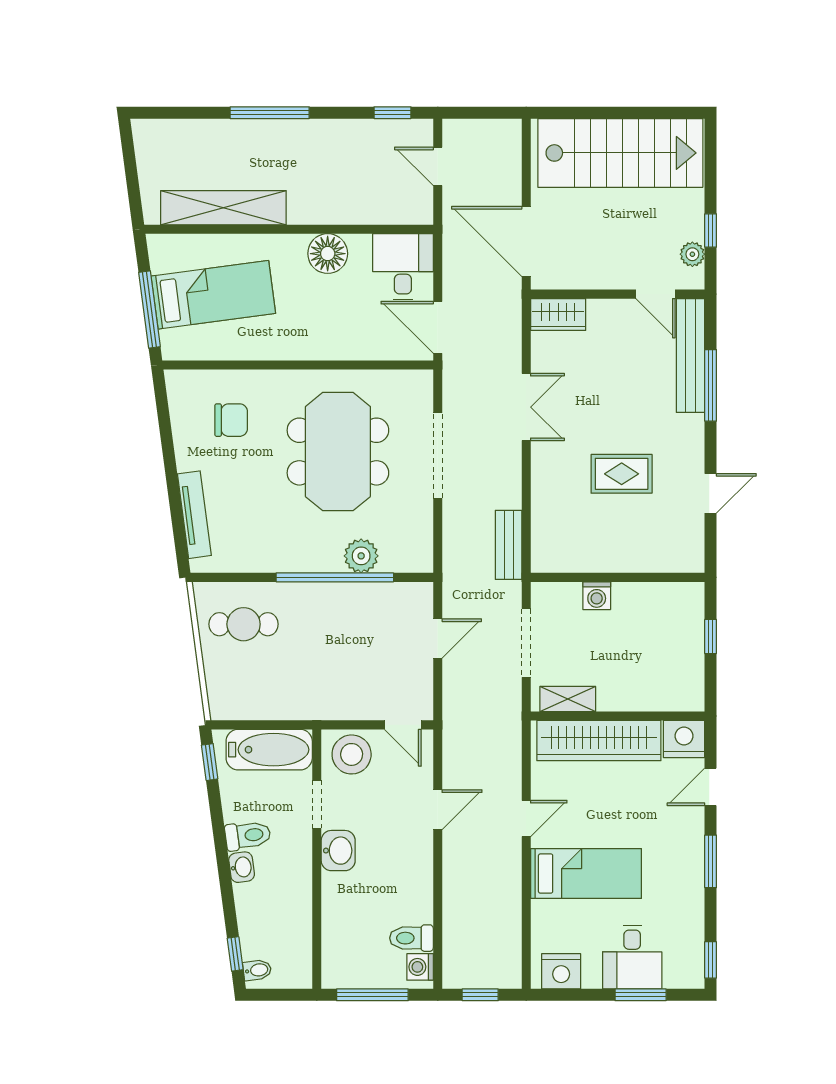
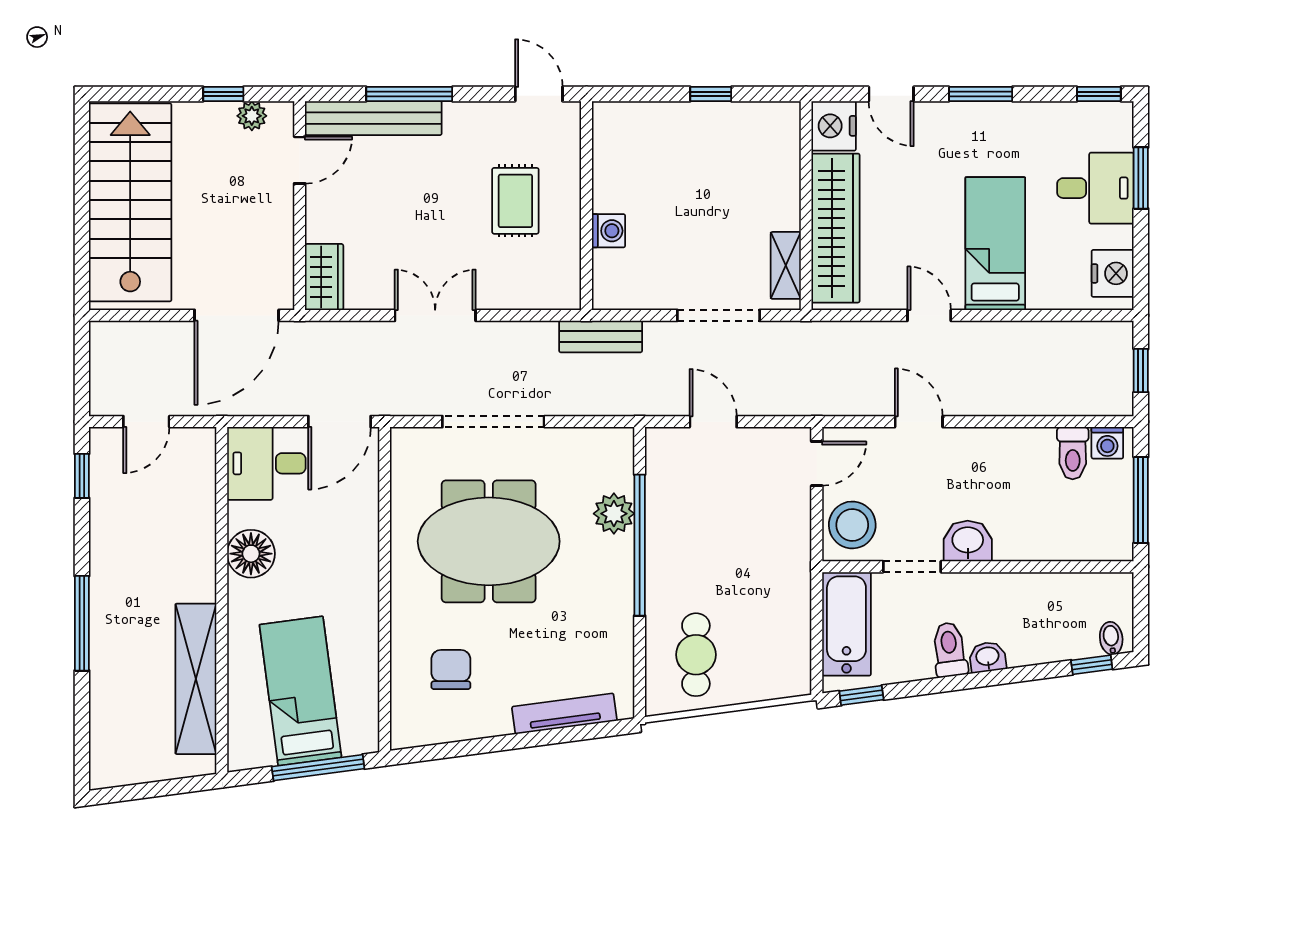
wall: (618, 577) -> (587, 206), moved
washing machine: (597, 596) -> (609, 231), moved

